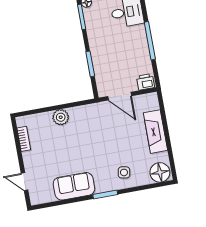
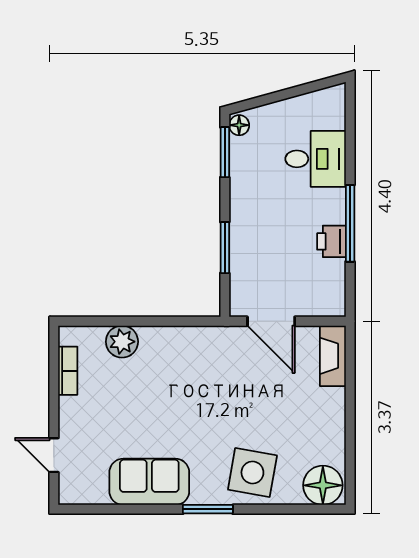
printer: (145, 82) -> (331, 241), moved, turned -90
plant: (61, 117) -> (122, 342), moved
fireplace: (155, 132) -> (333, 356), moved, width x0.73, depth x0.76
side table: (124, 172) -> (252, 473), width x1.87, depth x1.87

